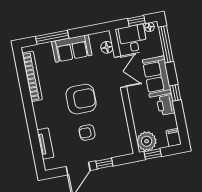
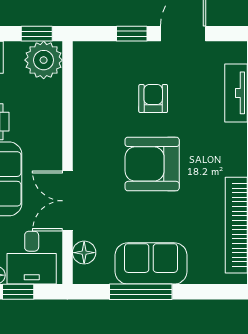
window: (52, 37) -> (141, 292), moved
armchair: (87, 133) -> (153, 98), turned -90

